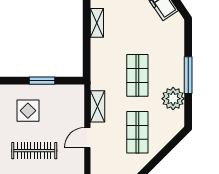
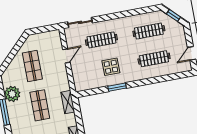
window: (42, 81) -> (117, 87), moved
shelving: (97, 106) -> (68, 102), moved

